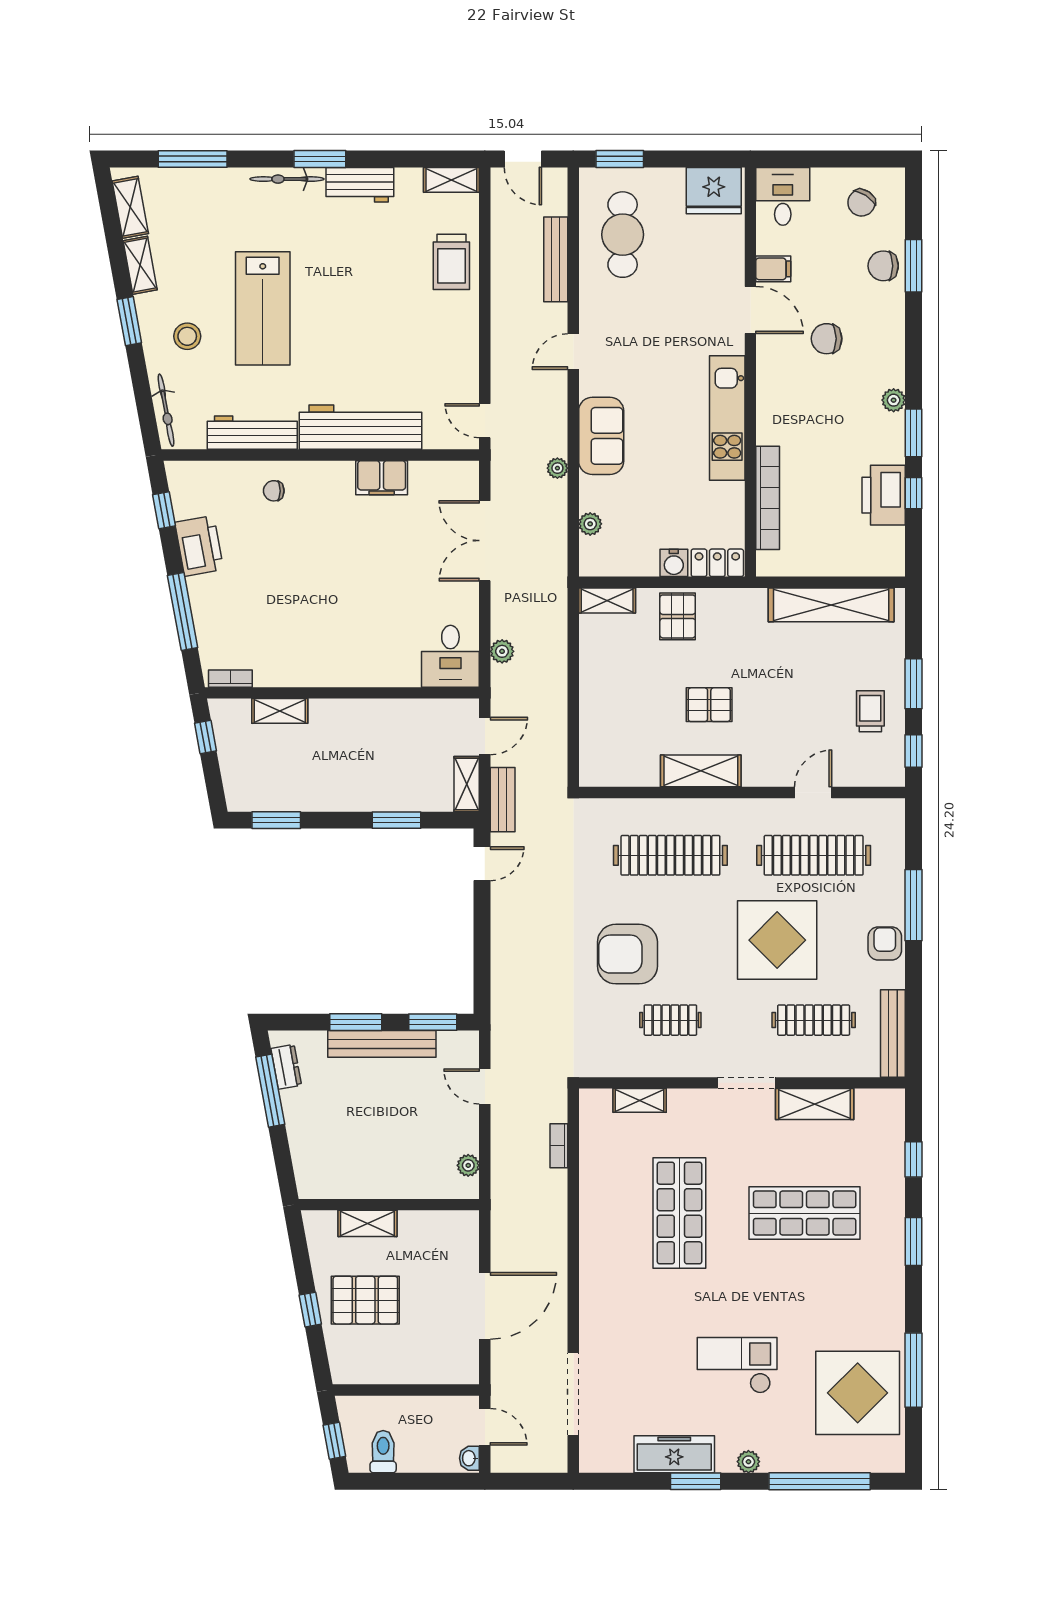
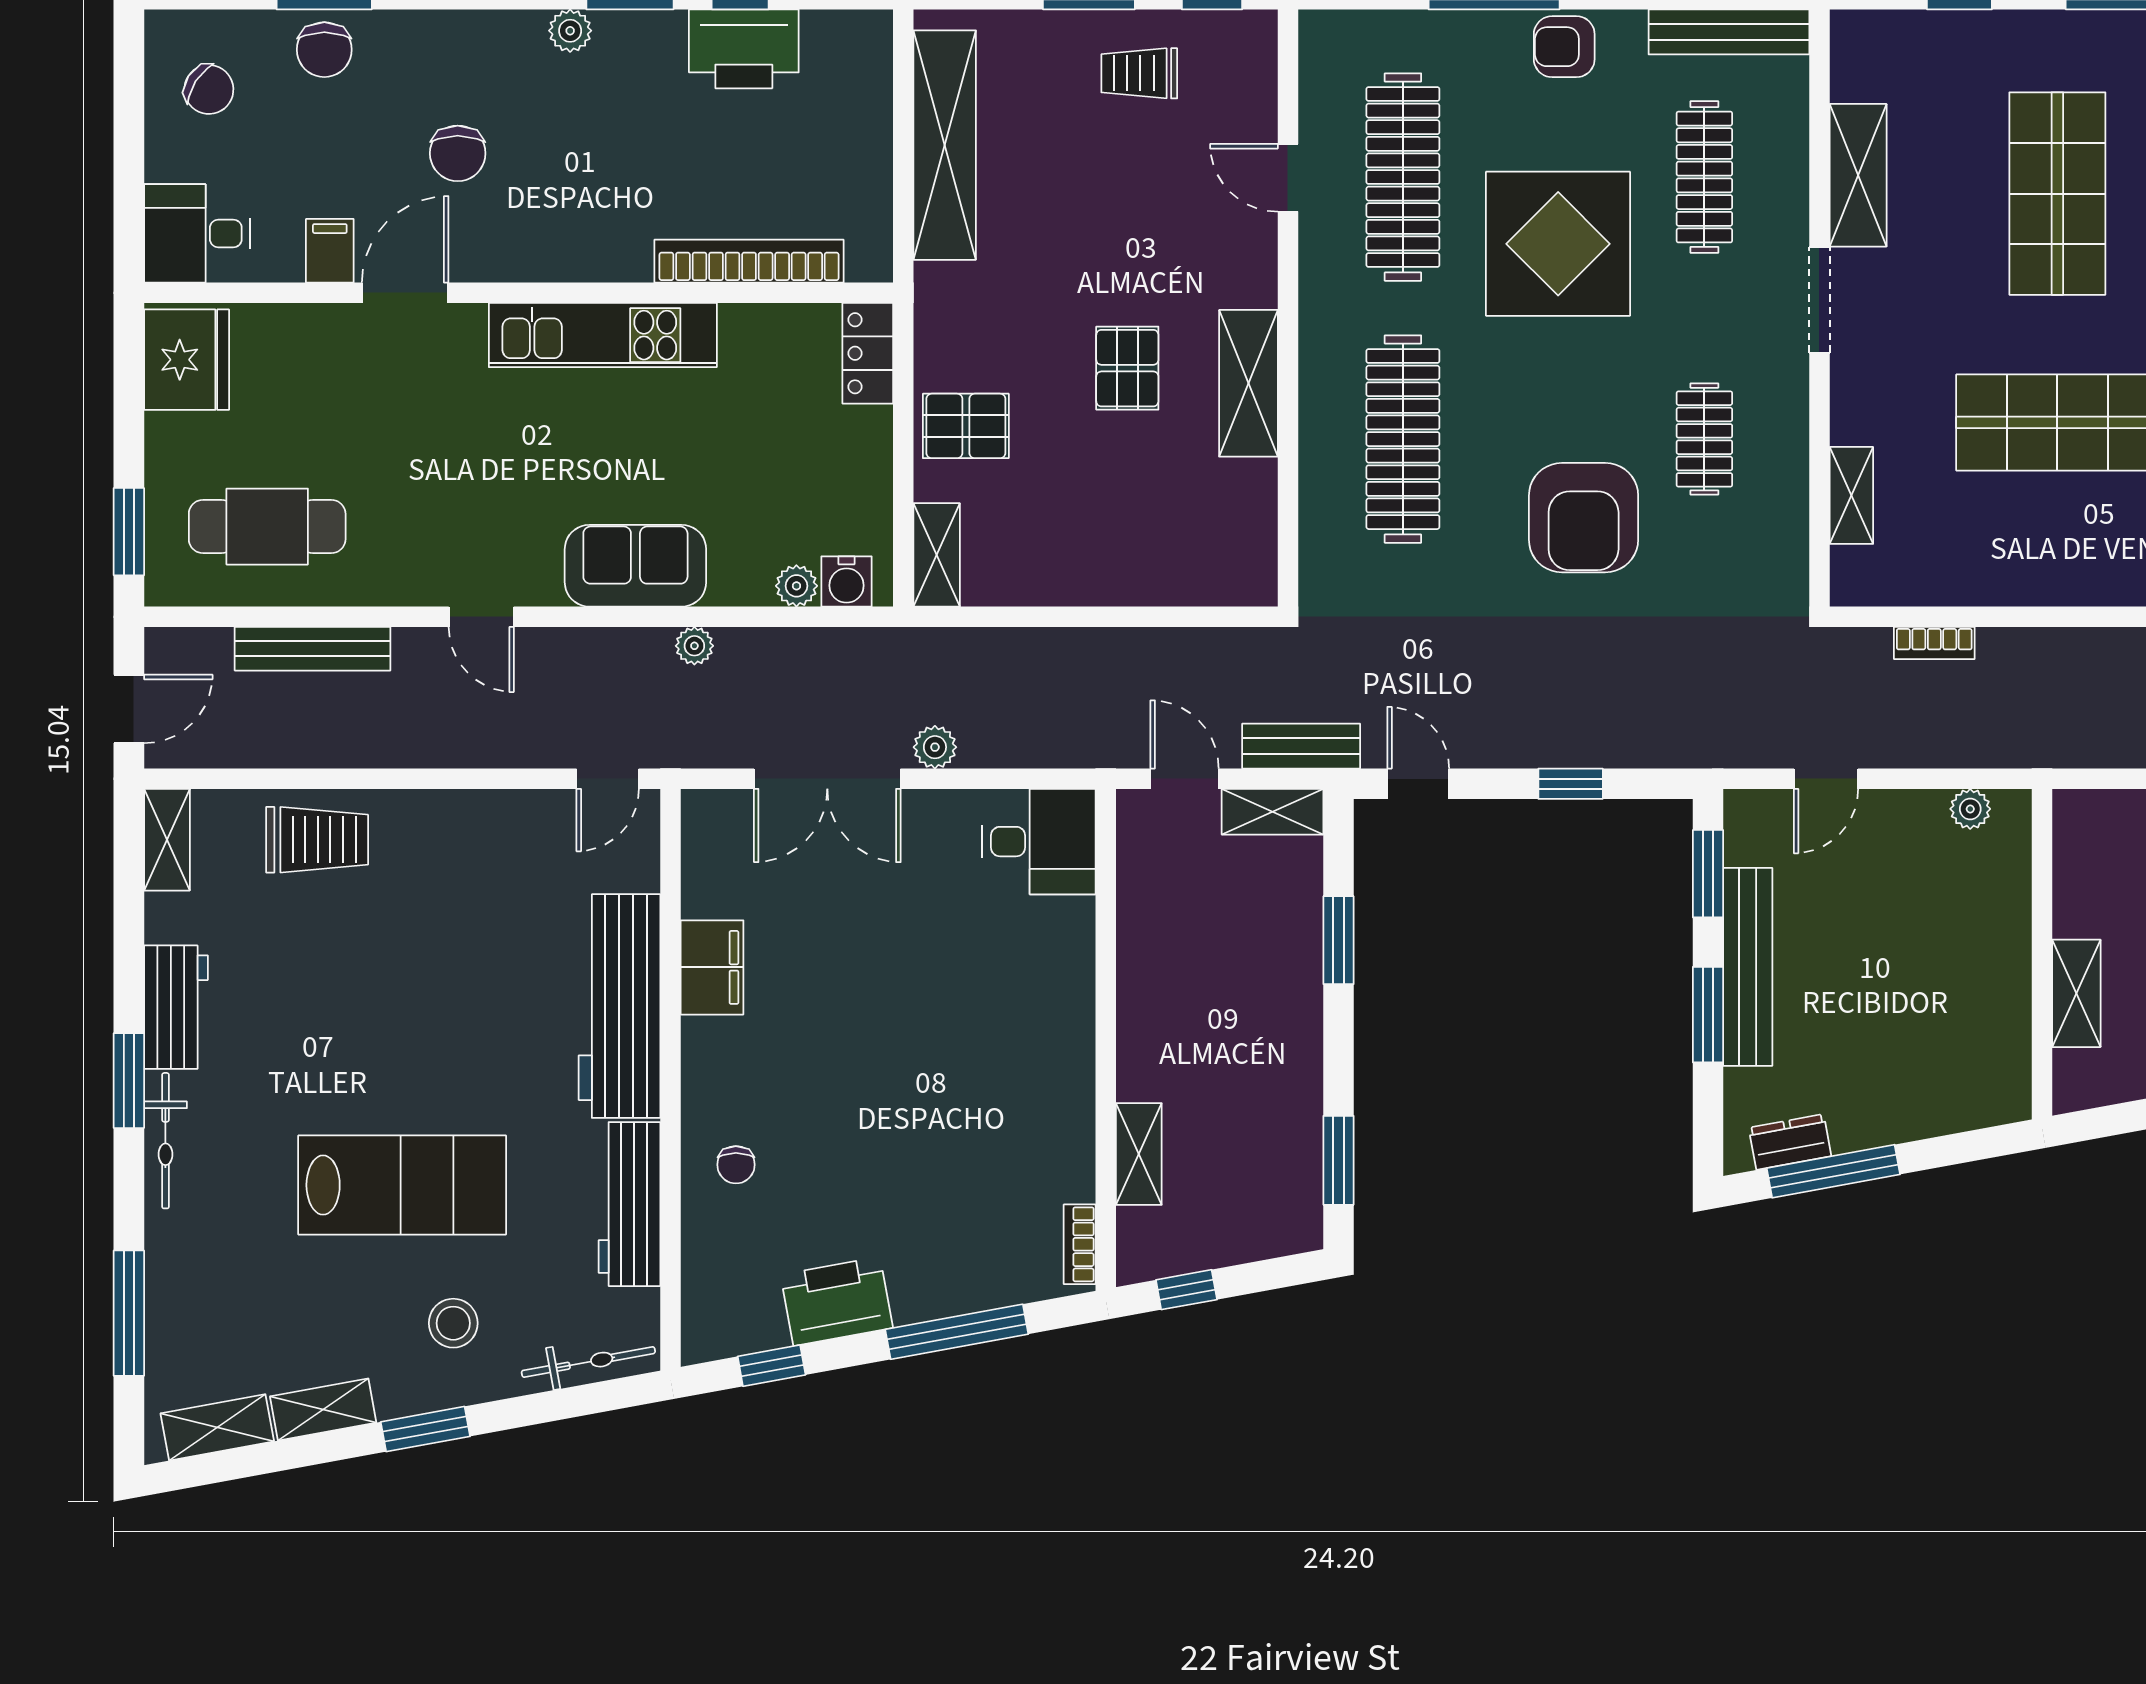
water cooler: (674, 563) -> (847, 581), moved, turned 90
plant: (502, 651) -> (935, 747), moved
window: (482, 947) -> (1571, 784), added

